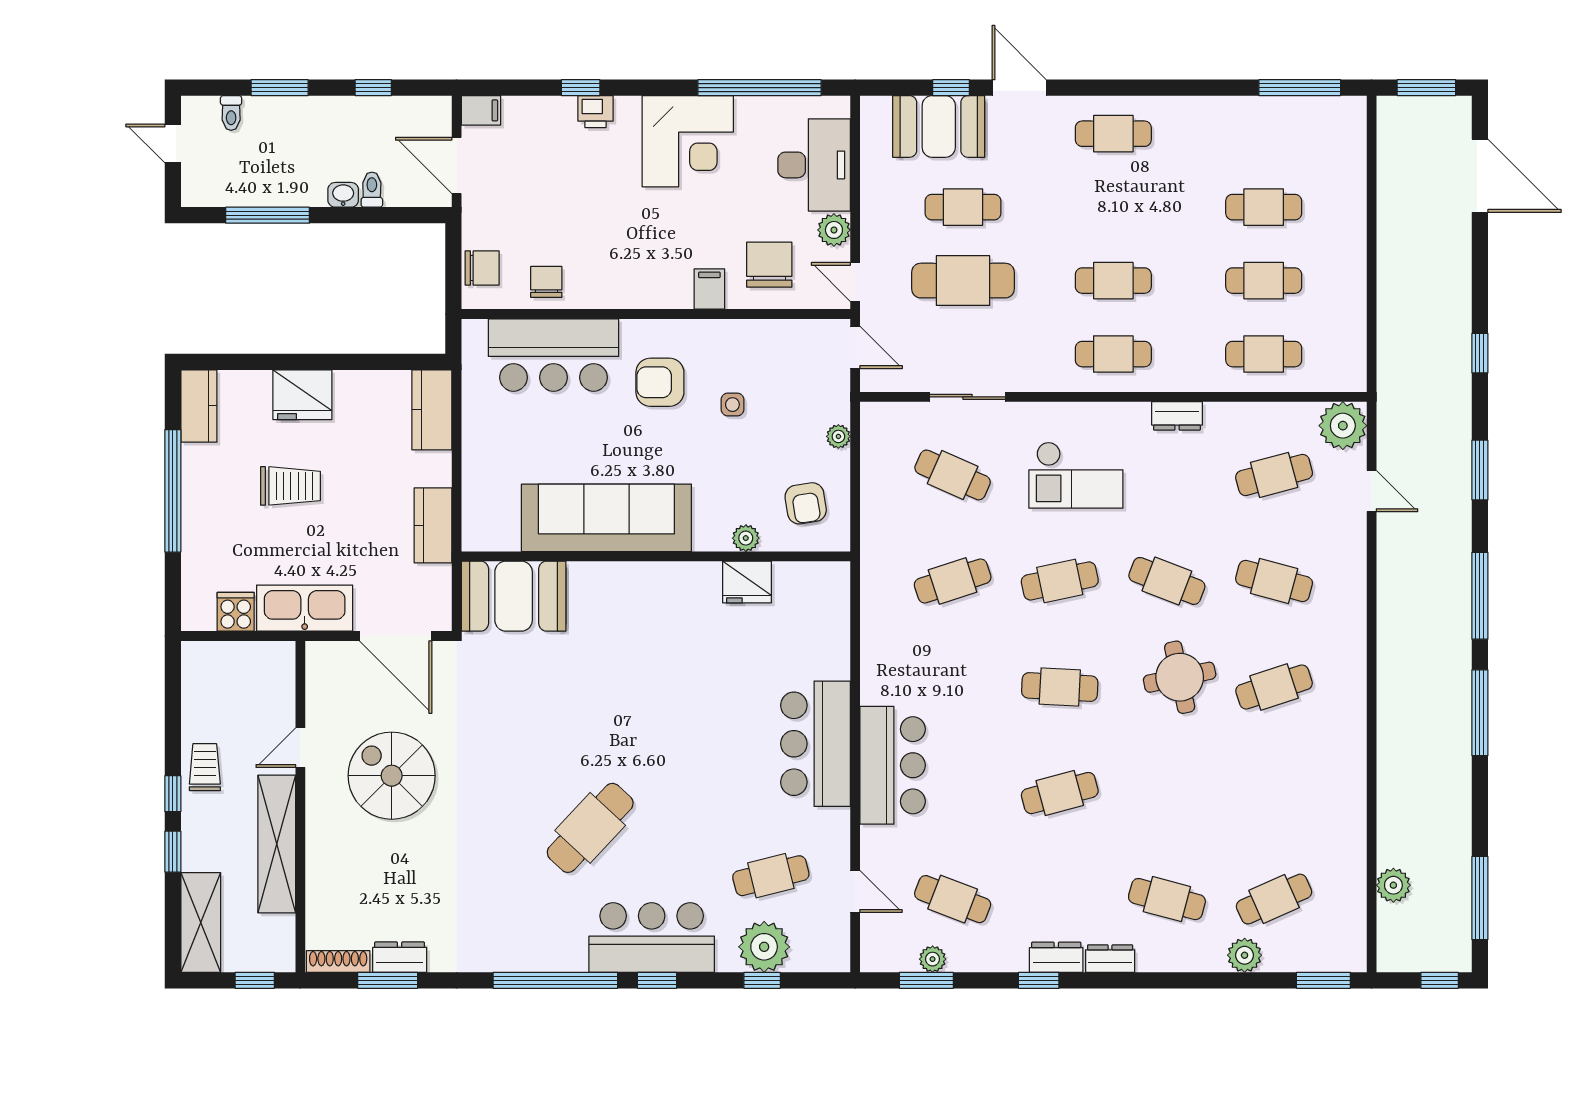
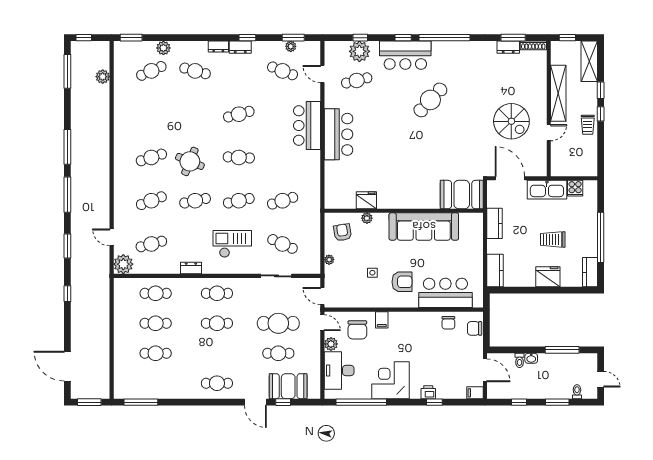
cafe table: (1167, 581) -> (195, 201), turned -33
cafe table: (1274, 581) -> (151, 201), turned -36
round table: (1180, 677) -> (190, 161), turned 34

